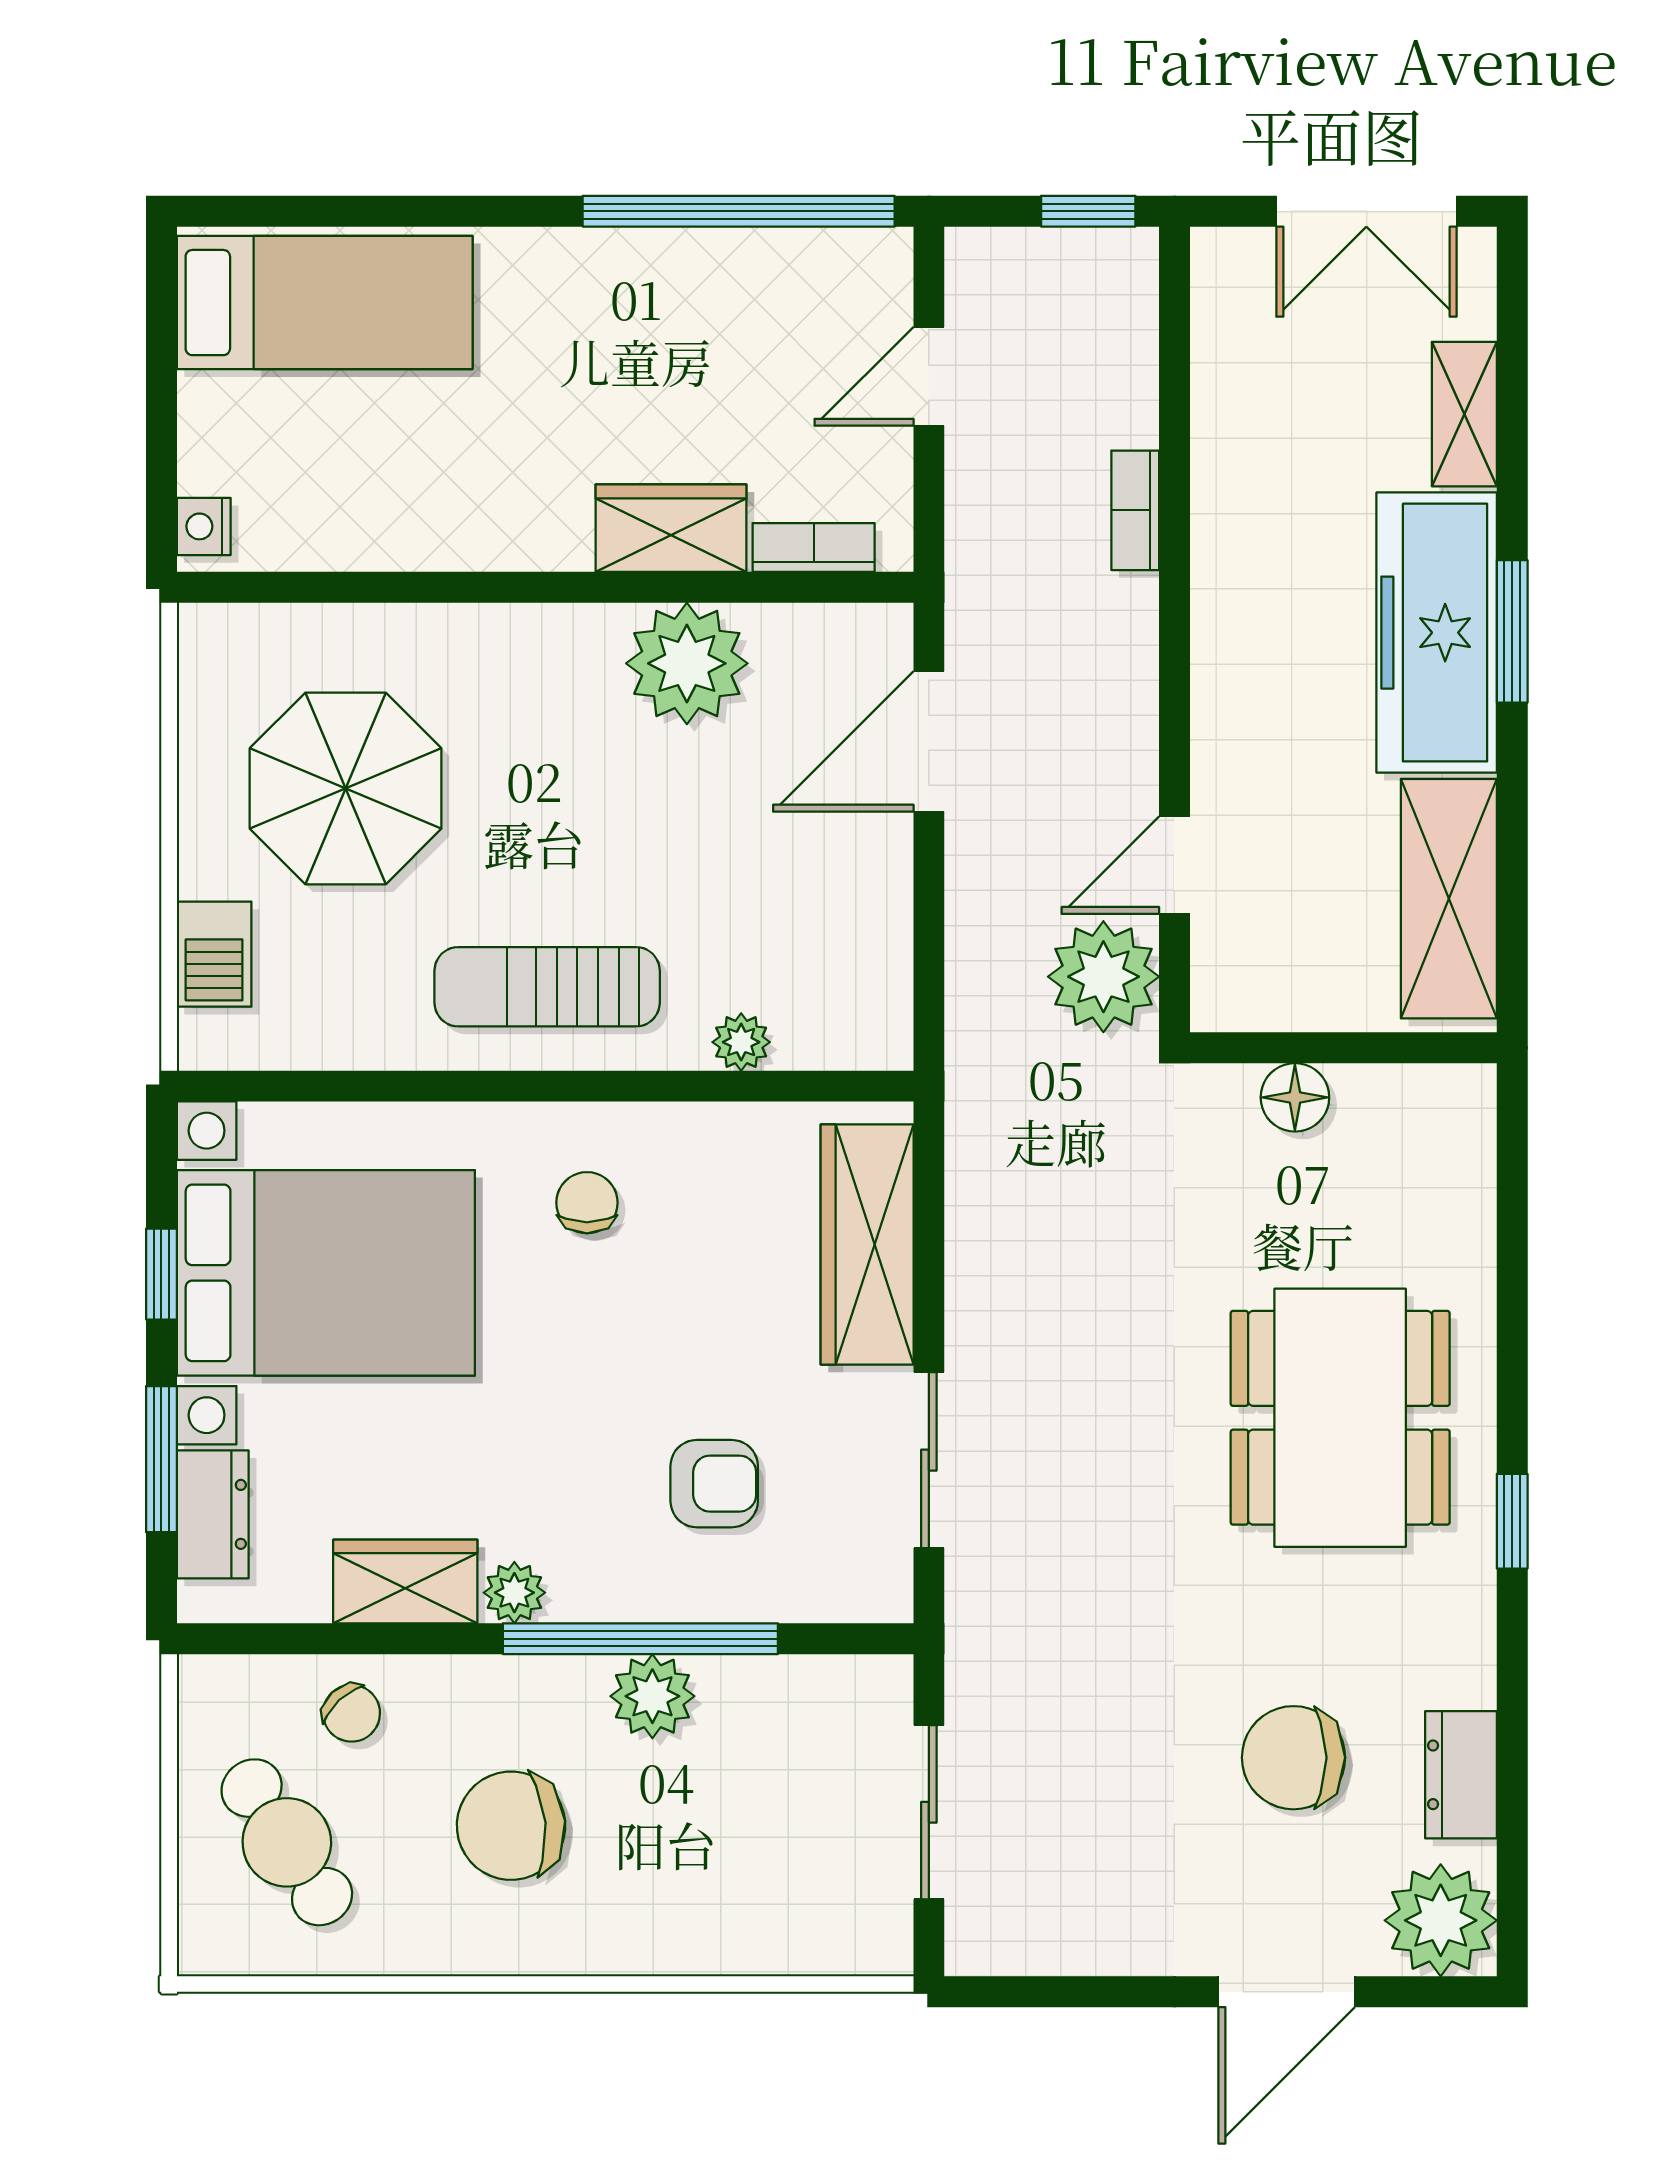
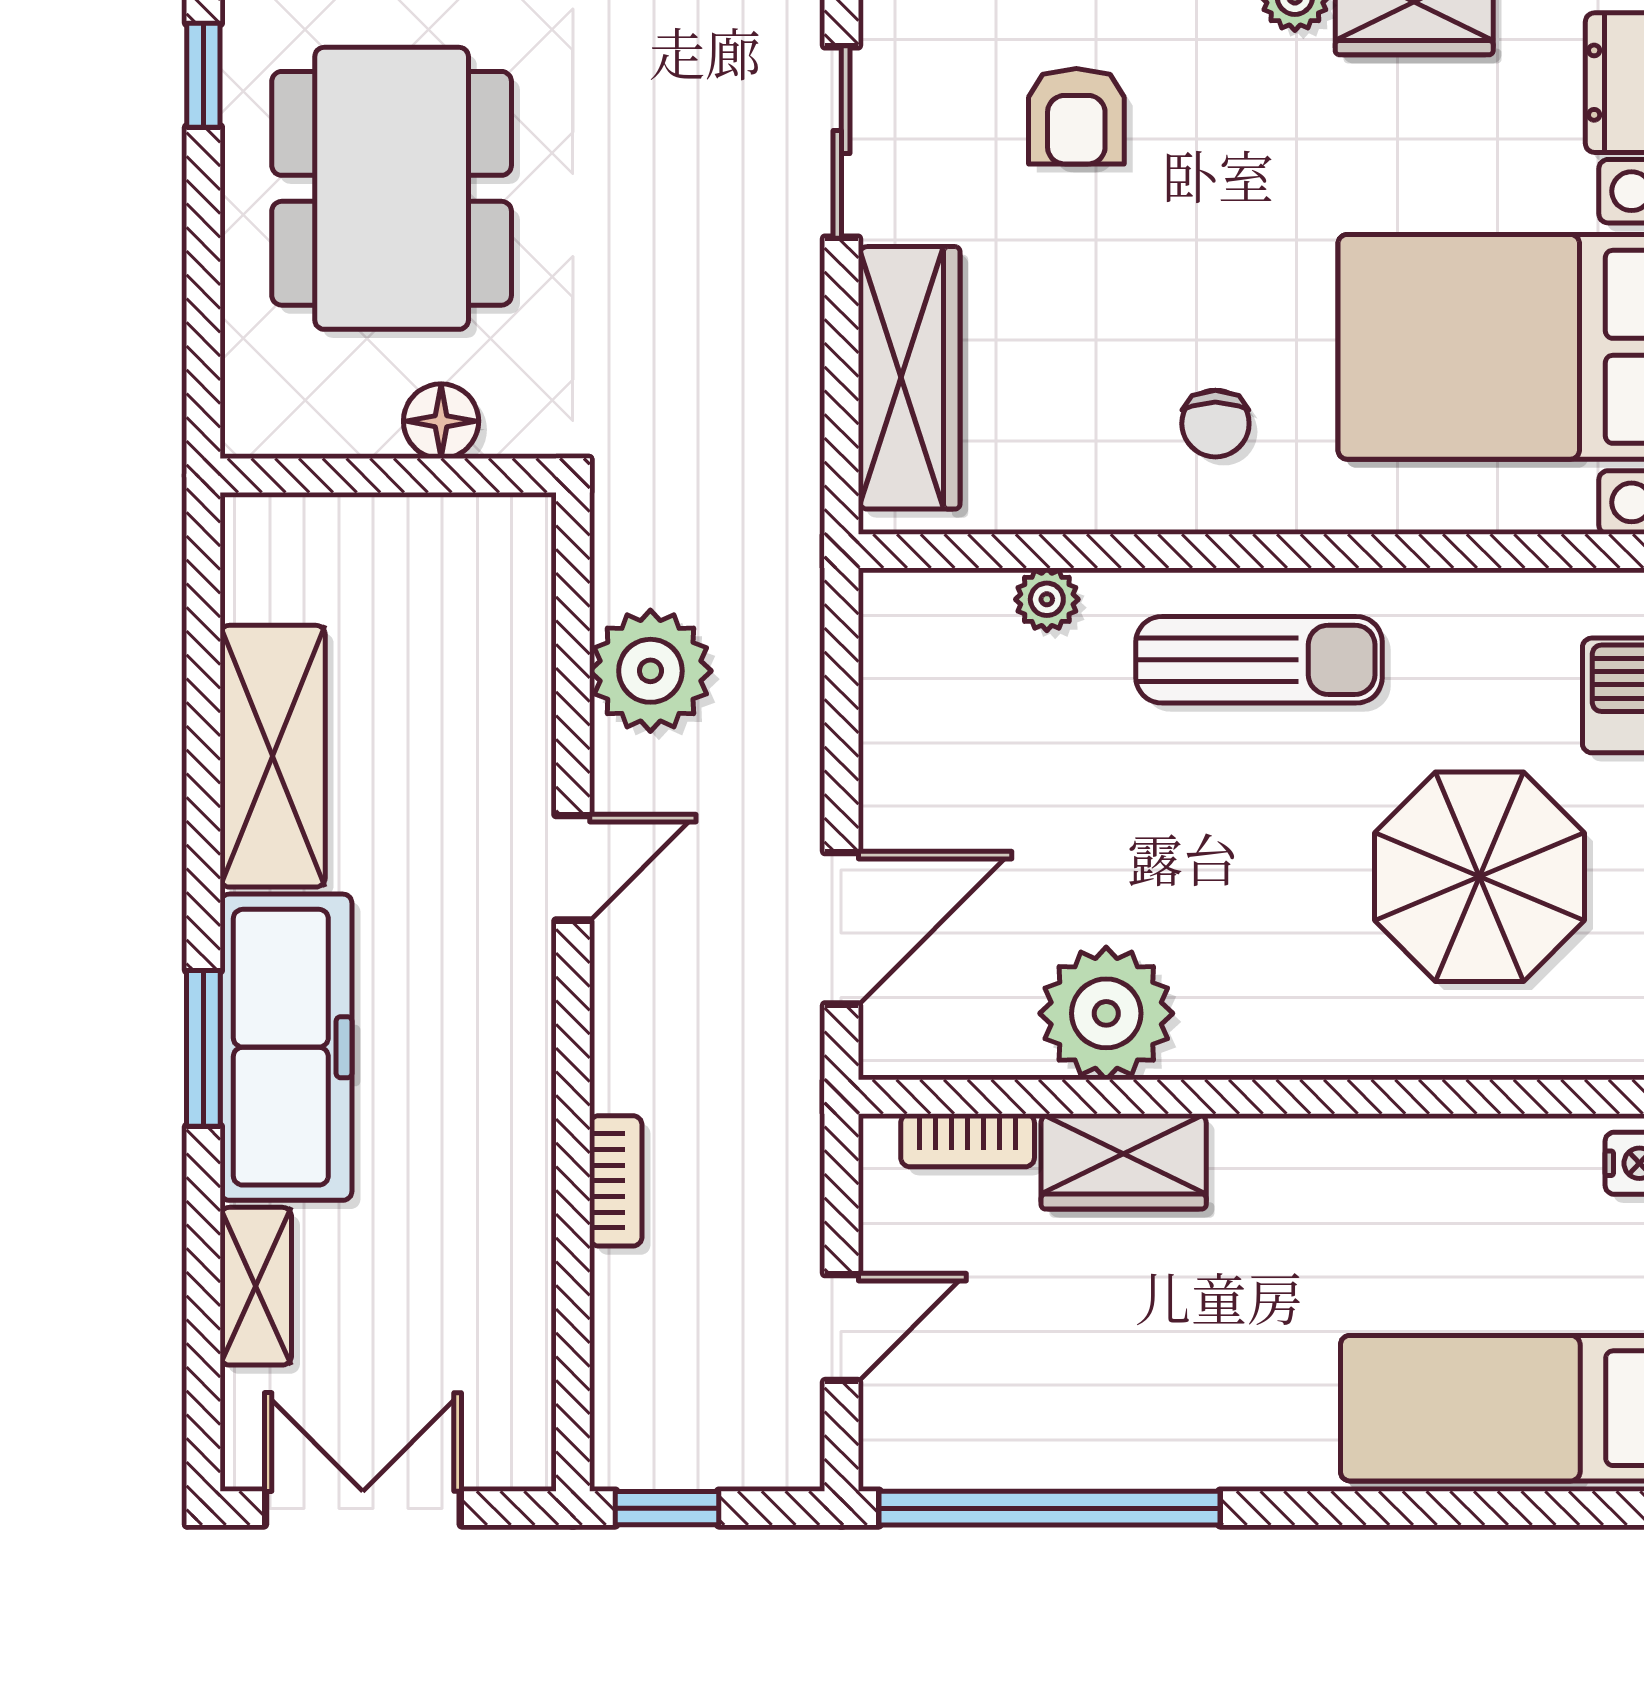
door: (1174, 865) -> (573, 868), moved
wall: (1343, 1048) -> (388, 476), moved
floor lamp: (1295, 1097) -> (441, 421), moved
armchair: (714, 1484) -> (1076, 116), turned -90

